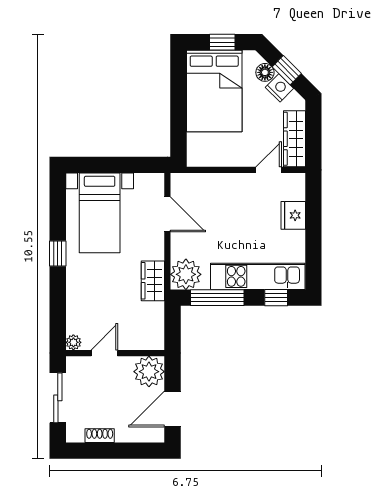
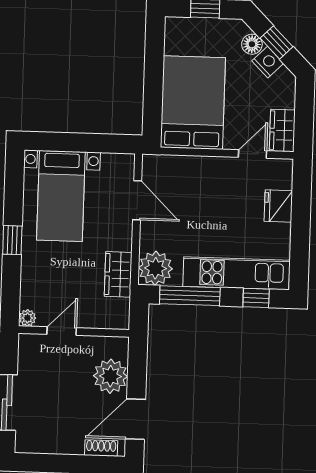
bed: (214, 91) -> (193, 103), moved, turned 180
wardrobe: (294, 139) -> (282, 130), width x0.67
plant: (73, 342) -> (27, 318), moved
door: (104, 353) -> (62, 331), moved
wall: (115, 353) -> (74, 331), moved
shoe rack: (100, 436) -> (101, 448), moved

